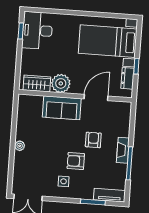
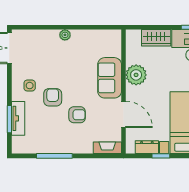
wardrobe: (37, 83) -> (156, 38), moved, turned 90
fireplace: (123, 150) -> (107, 148), moved
tv unit: (109, 195) -> (18, 118), moved

